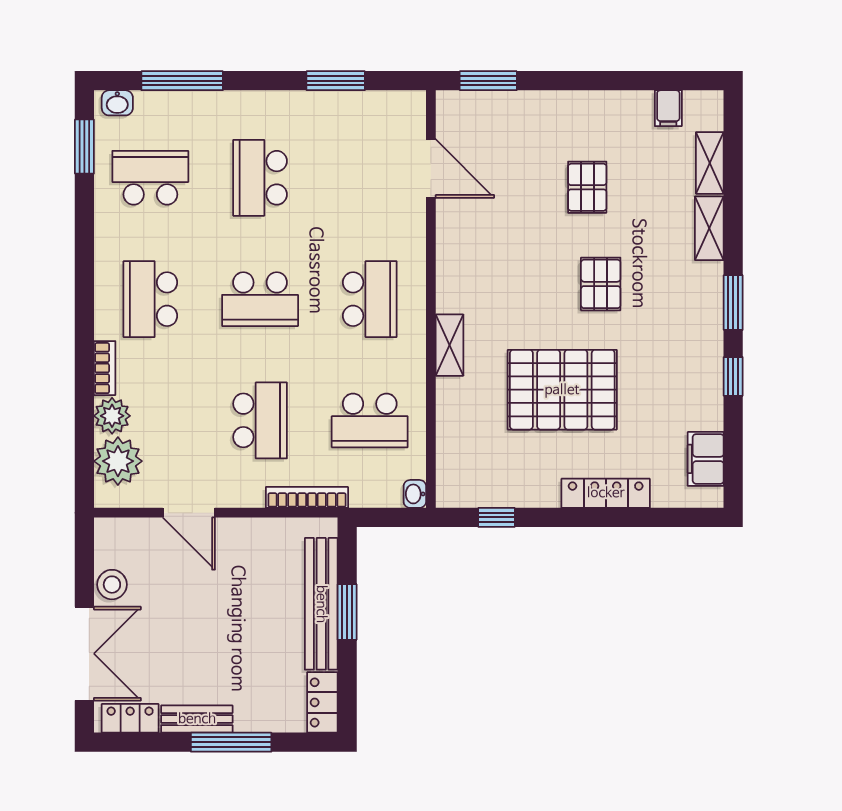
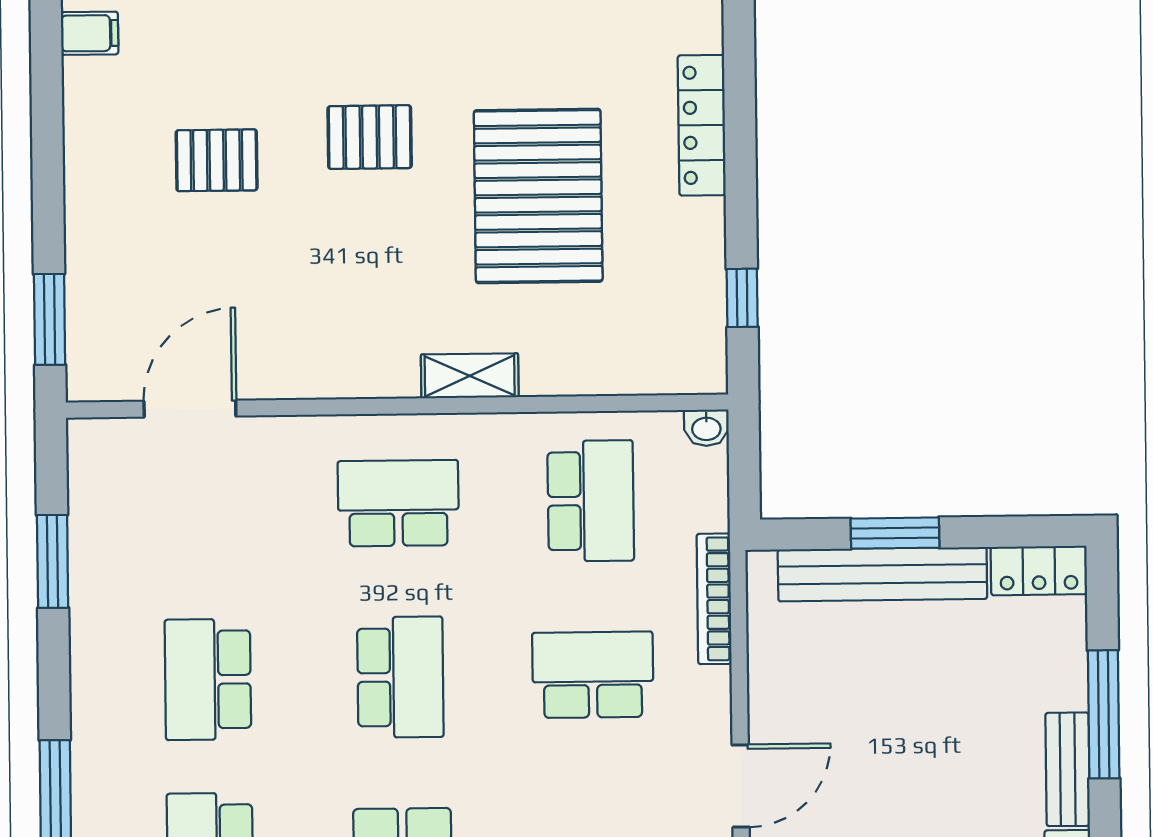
school desk: (260, 178) -> (208, 679), turned 90

